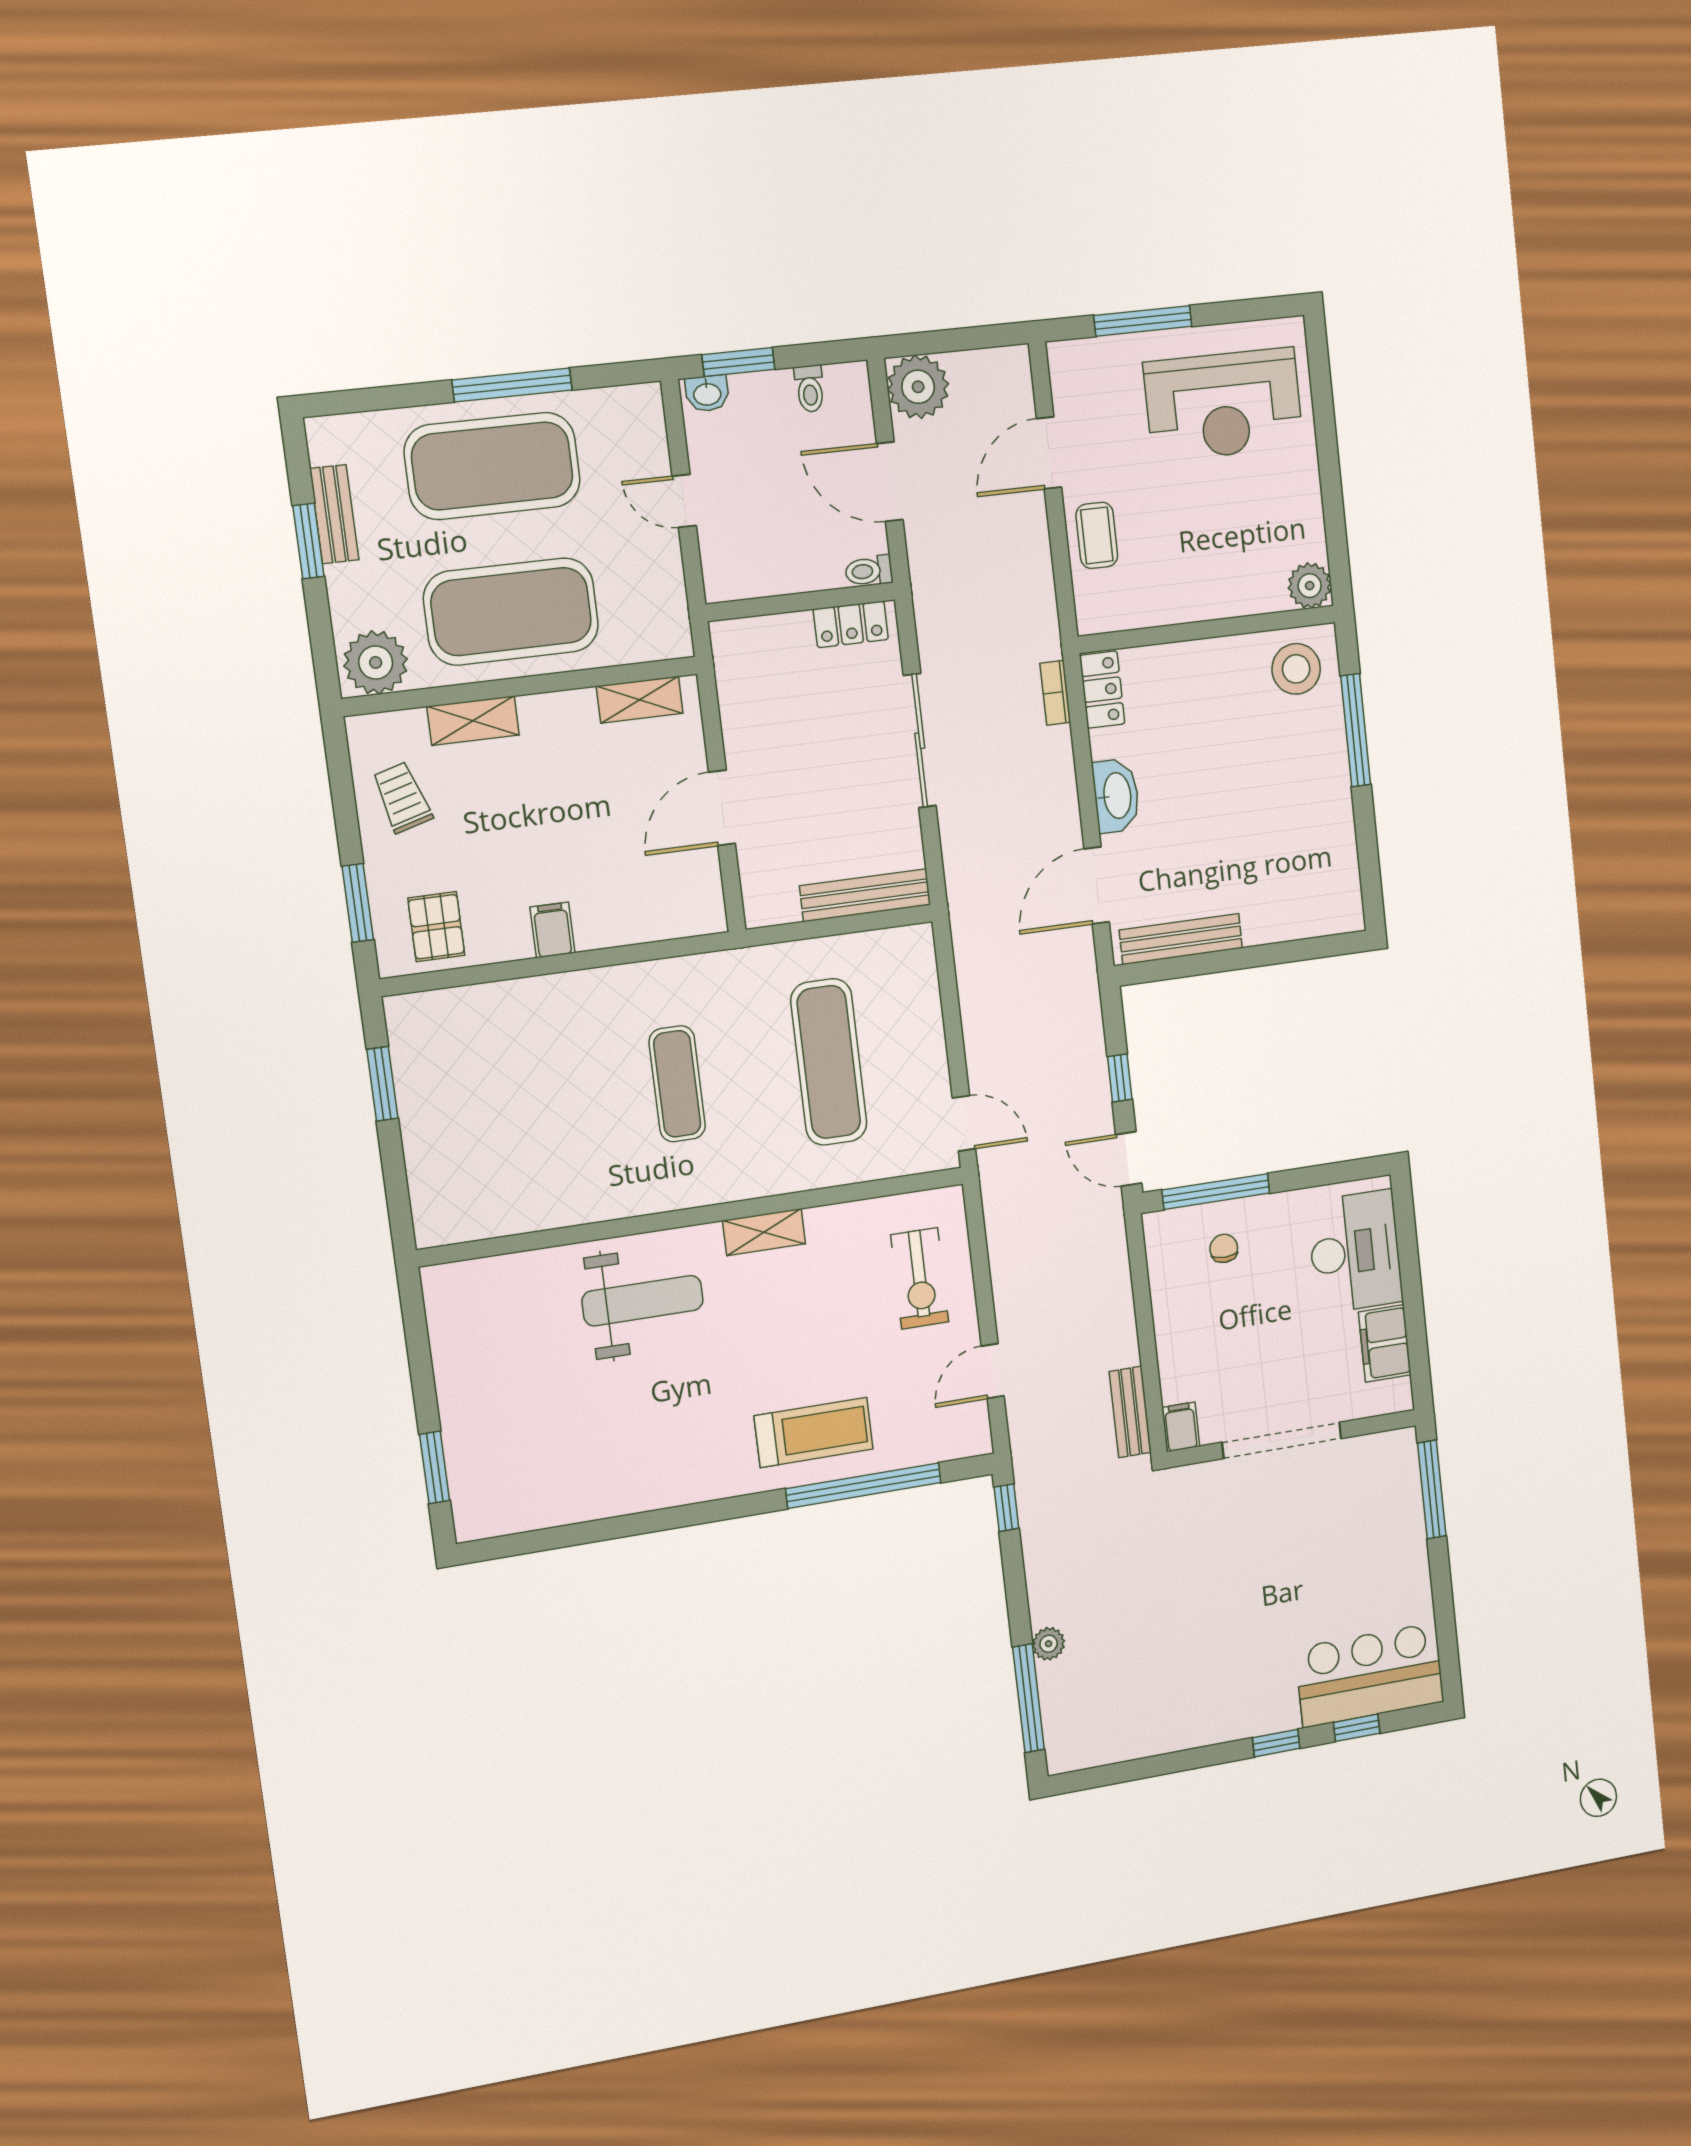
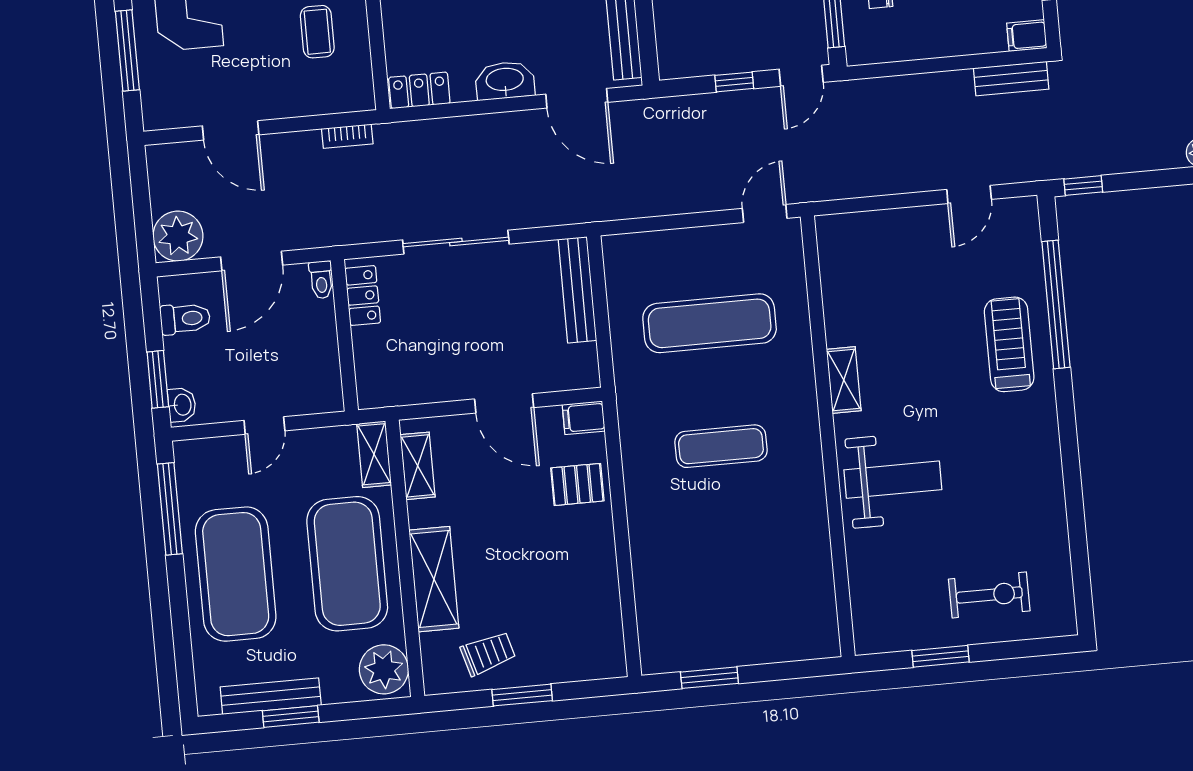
window: (512, 385) -> (170, 509), moved
toilet: (810, 389) -> (185, 319), width x1.37, depth x1.39
bench: (334, 514) -> (271, 696), width x1.36
coffee table: (1097, 535) -> (317, 32), moved, turned 90
shelving: (653, 643) -> (374, 454), added
bookcase: (1055, 693) -> (347, 136), moved
shelving: (473, 721) -> (434, 579), width x1.50, depth x1.33
trolley: (402, 797) -> (488, 653), turned 180
window: (358, 903) -> (522, 695), moved
pallet: (436, 927) -> (577, 484), moved
filing cabinet: (552, 930) -> (584, 418), moved
exercise bike: (920, 1278) -> (989, 595), moved
weight bench: (643, 1301) -> (893, 480), turned 90
door: (993, 1371) -> (969, 194), hinge flipped
window: (435, 1467) -> (940, 656), moved

